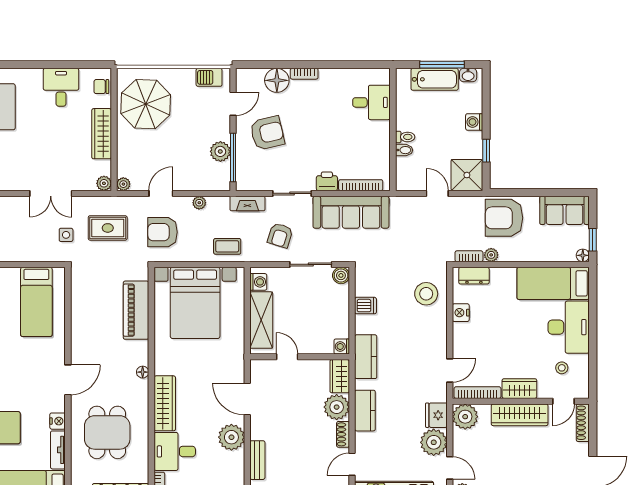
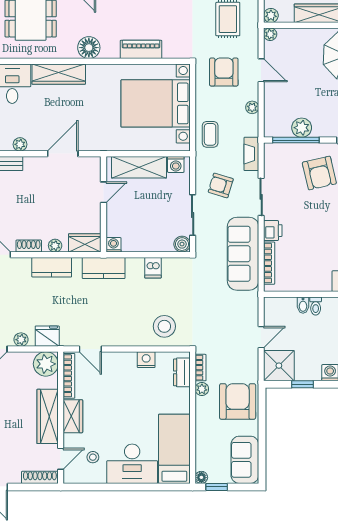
piano: (136, 310) -> (141, 49), width x0.73, depth x0.75
floor lamp: (143, 372) -> (89, 48), width x1.89, depth x1.89
door: (563, 401) -> (61, 459), swing flipped
plant: (337, 407) -> (55, 246), width x0.53, depth x0.53
plant: (231, 437) -> (20, 144), width x0.53, depth x0.53
plant: (434, 442) -> (21, 340), width x0.53, depth x0.53

